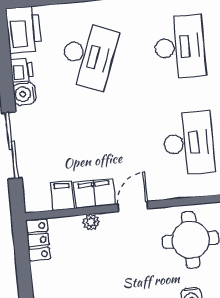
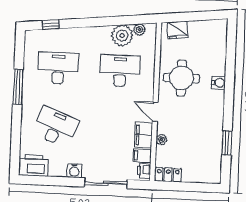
printer: (22, 70) -> (144, 171), moved, turned -90

